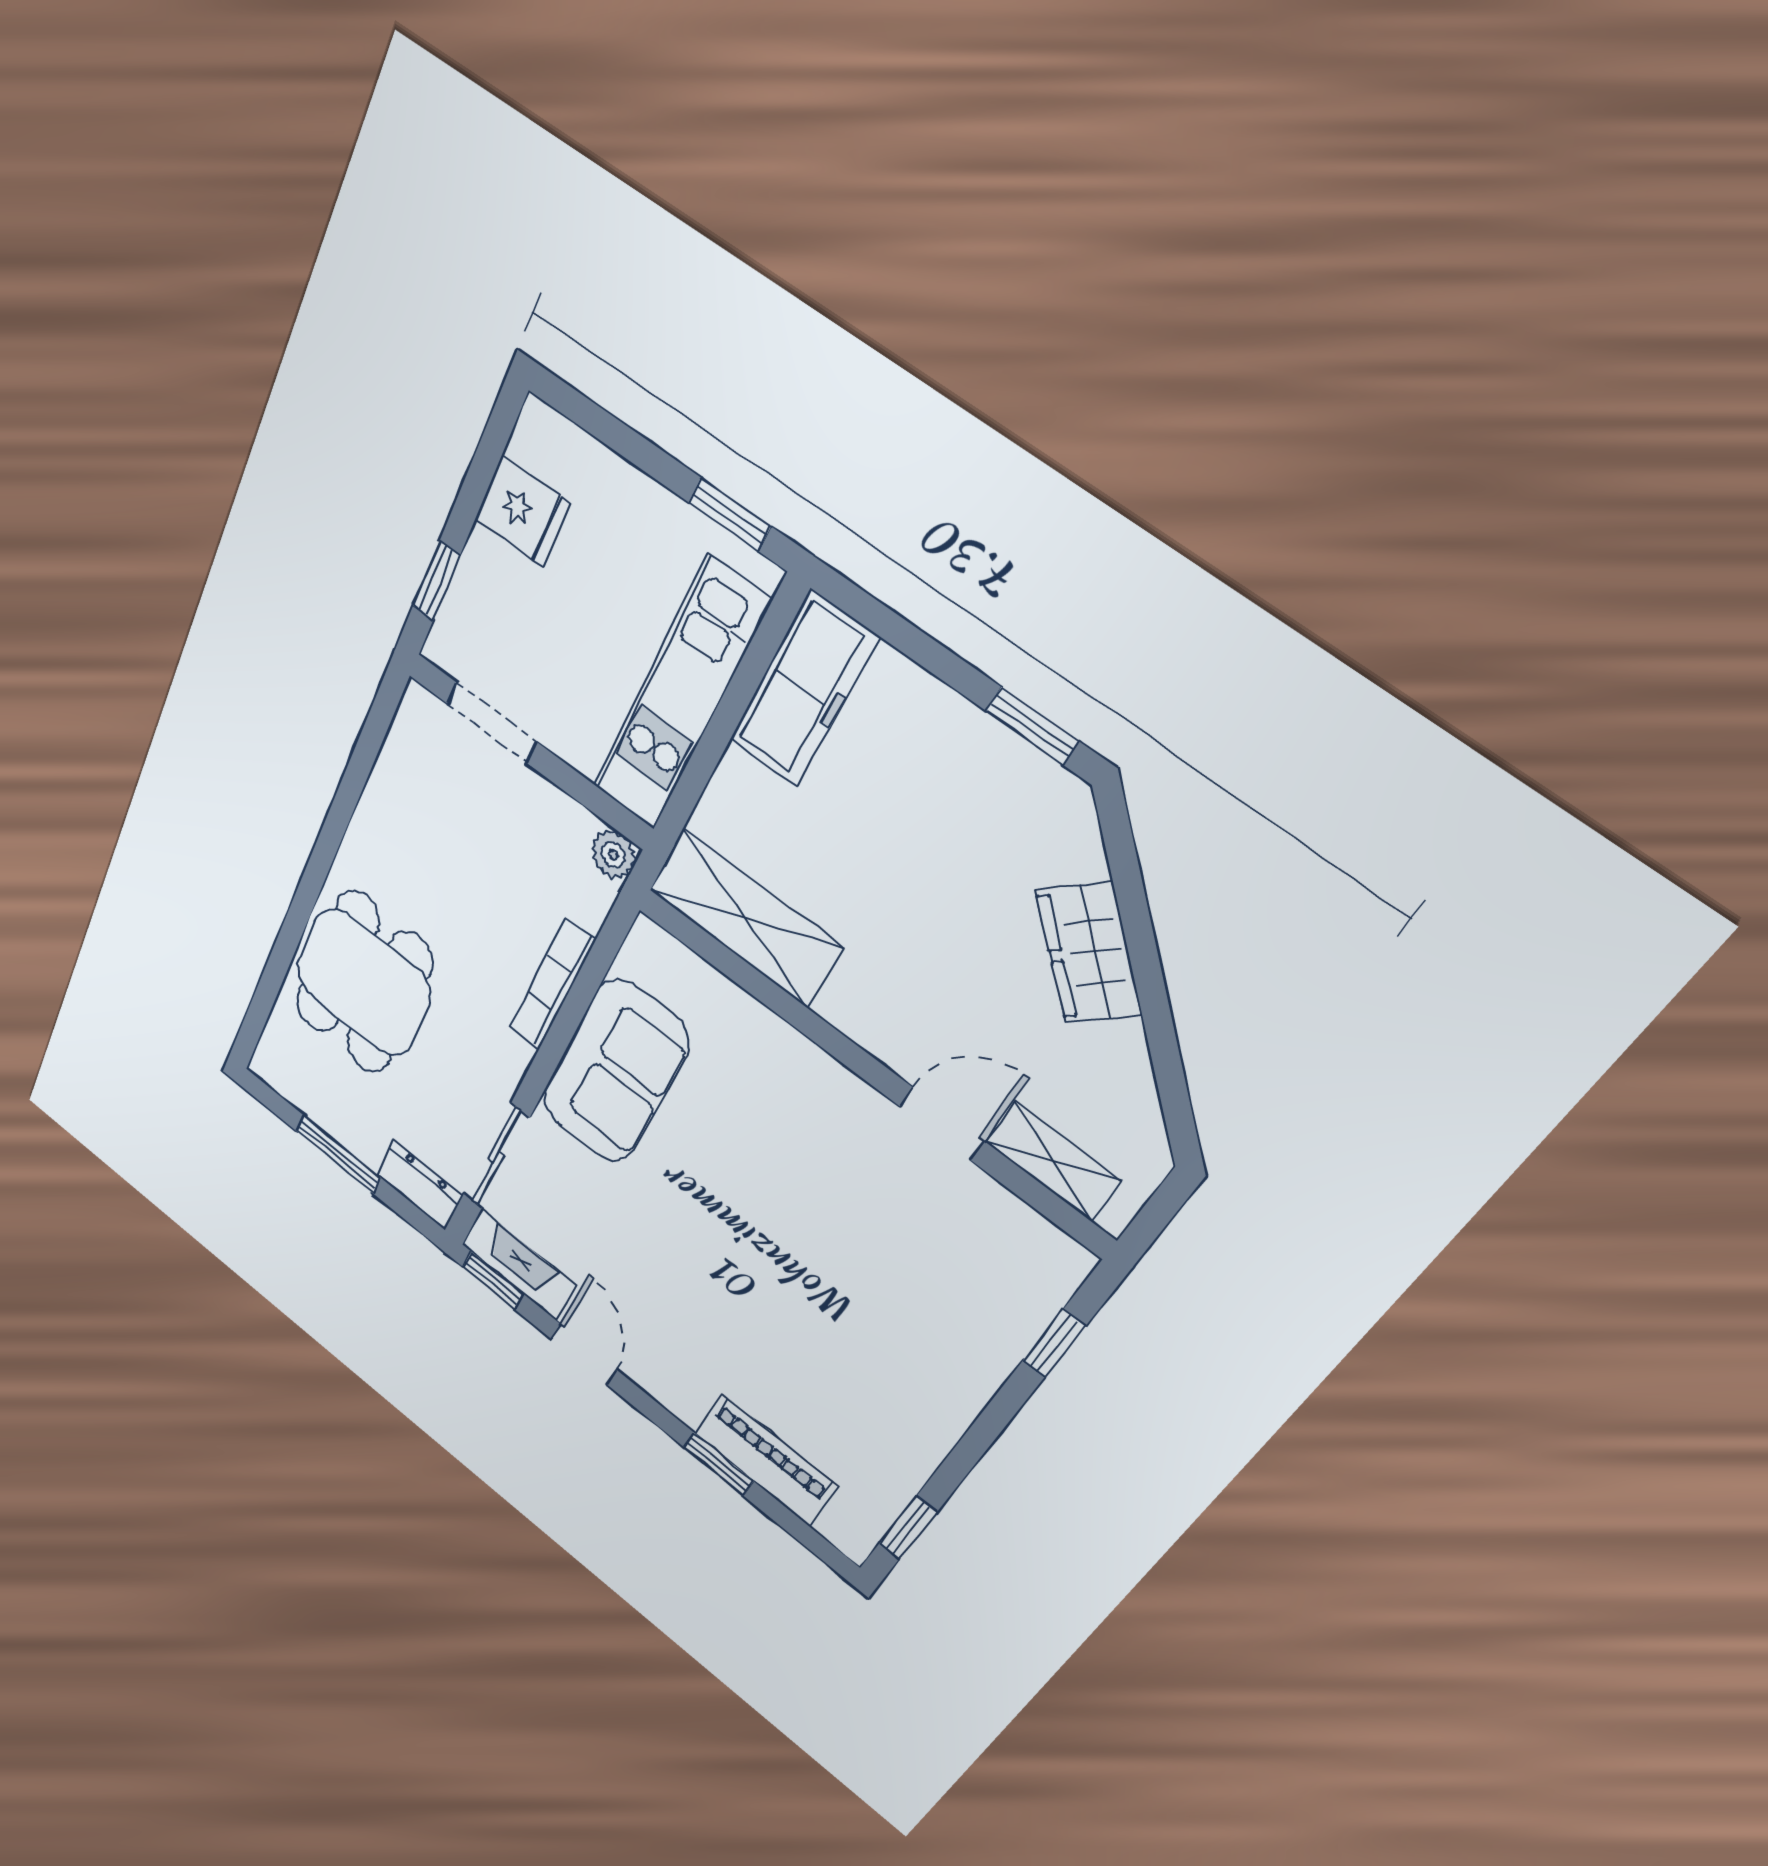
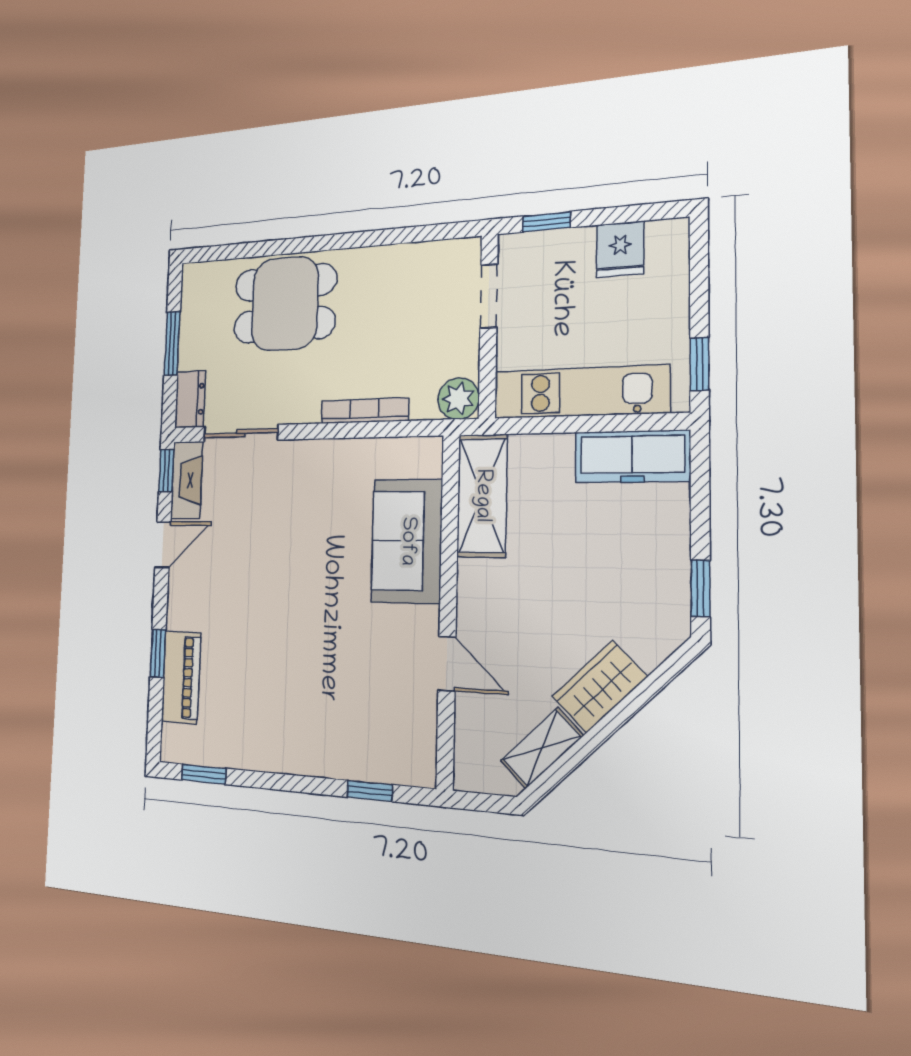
plant: (613, 855) -> (459, 399), width x1.38, depth x1.38
sofa: (615, 1071) -> (407, 541), moved, turned 90
shelving: (1053, 1162) -> (542, 748), moved, turned 45

